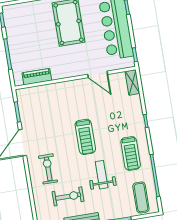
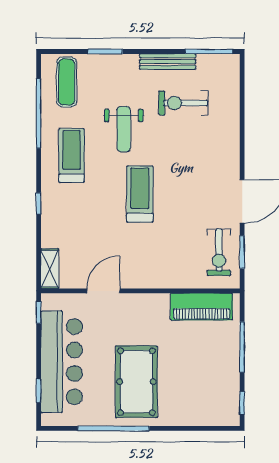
door: (98, 74) -> (104, 291), hinge flipped
piano: (37, 77) -> (201, 307), width x1.37, depth x1.33
exercise bike: (48, 169) -> (219, 252), moved

